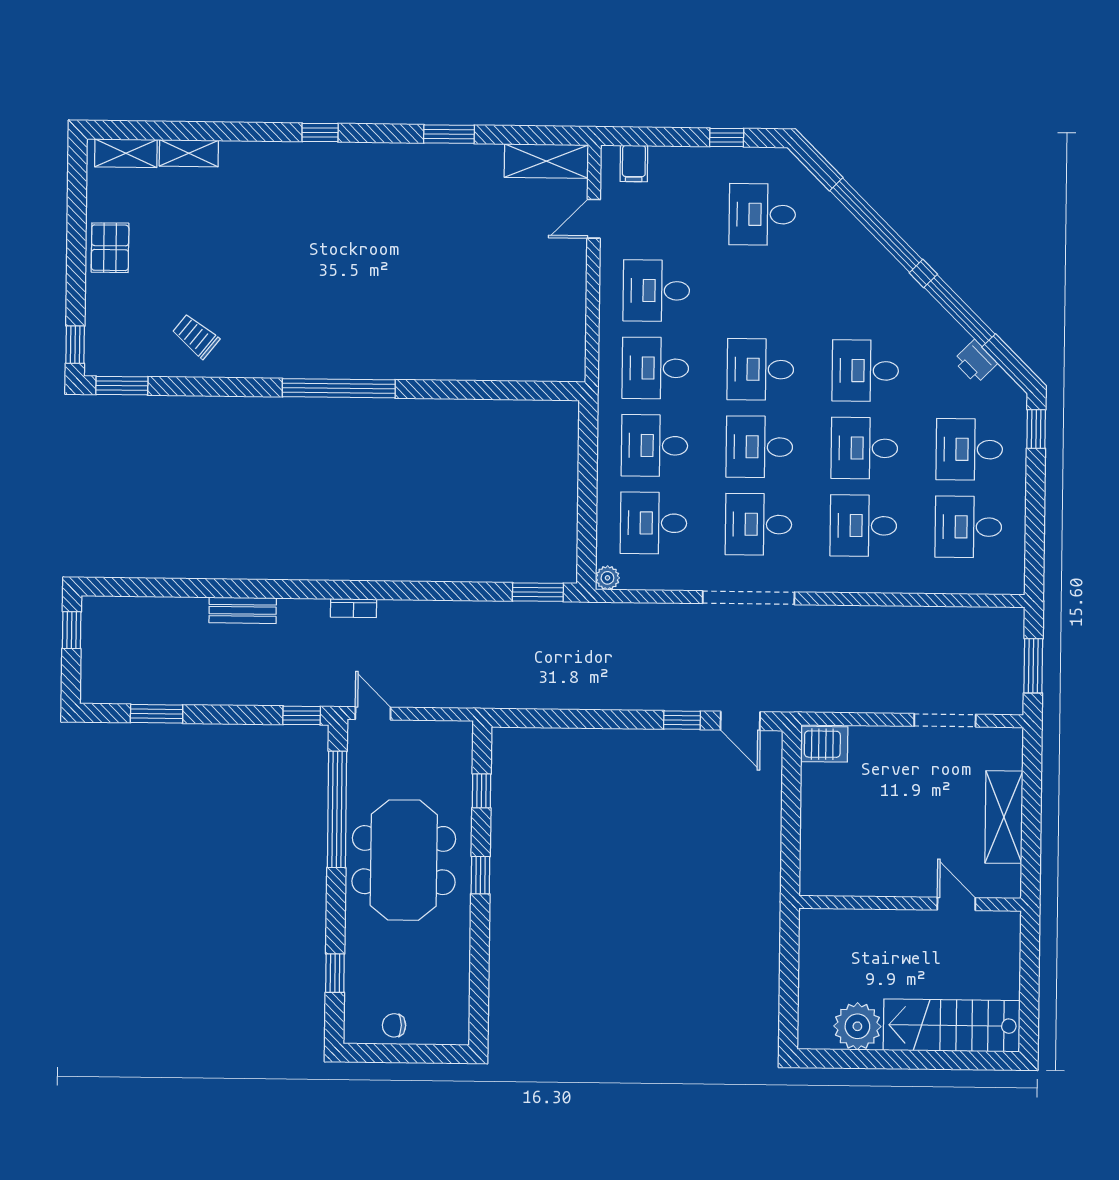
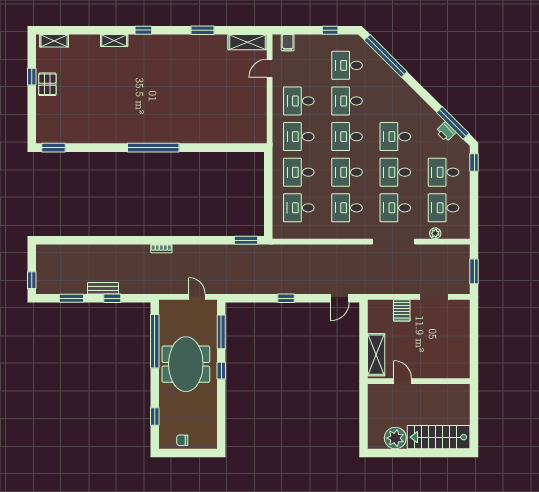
shelving: (189, 153) -> (114, 40), moved
window: (876, 225) -> (386, 56), moved
desk: (761, 292) -> (347, 101), added
window: (960, 311) -> (453, 123), moved
trolley: (196, 336) -> (87, 125), removed
window: (75, 345) -> (32, 77), moved
plant: (607, 578) -> (435, 233), moved
doorway: (749, 598) -> (394, 242), moved
bench: (243, 610) -> (103, 288), moved
window: (72, 630) -> (32, 280), moved
door: (373, 713) -> (197, 297), moved
window: (302, 715) -> (112, 298), moved
window: (682, 720) -> (286, 298), moved
door: (740, 721) -> (340, 298), hinge flipped
server rack: (824, 744) -> (402, 310), moved, turned 90
window: (482, 791) -> (221, 332), width x2.17
shelving: (1004, 817) -> (376, 355), moved
door: (956, 904) -> (403, 381), moved

